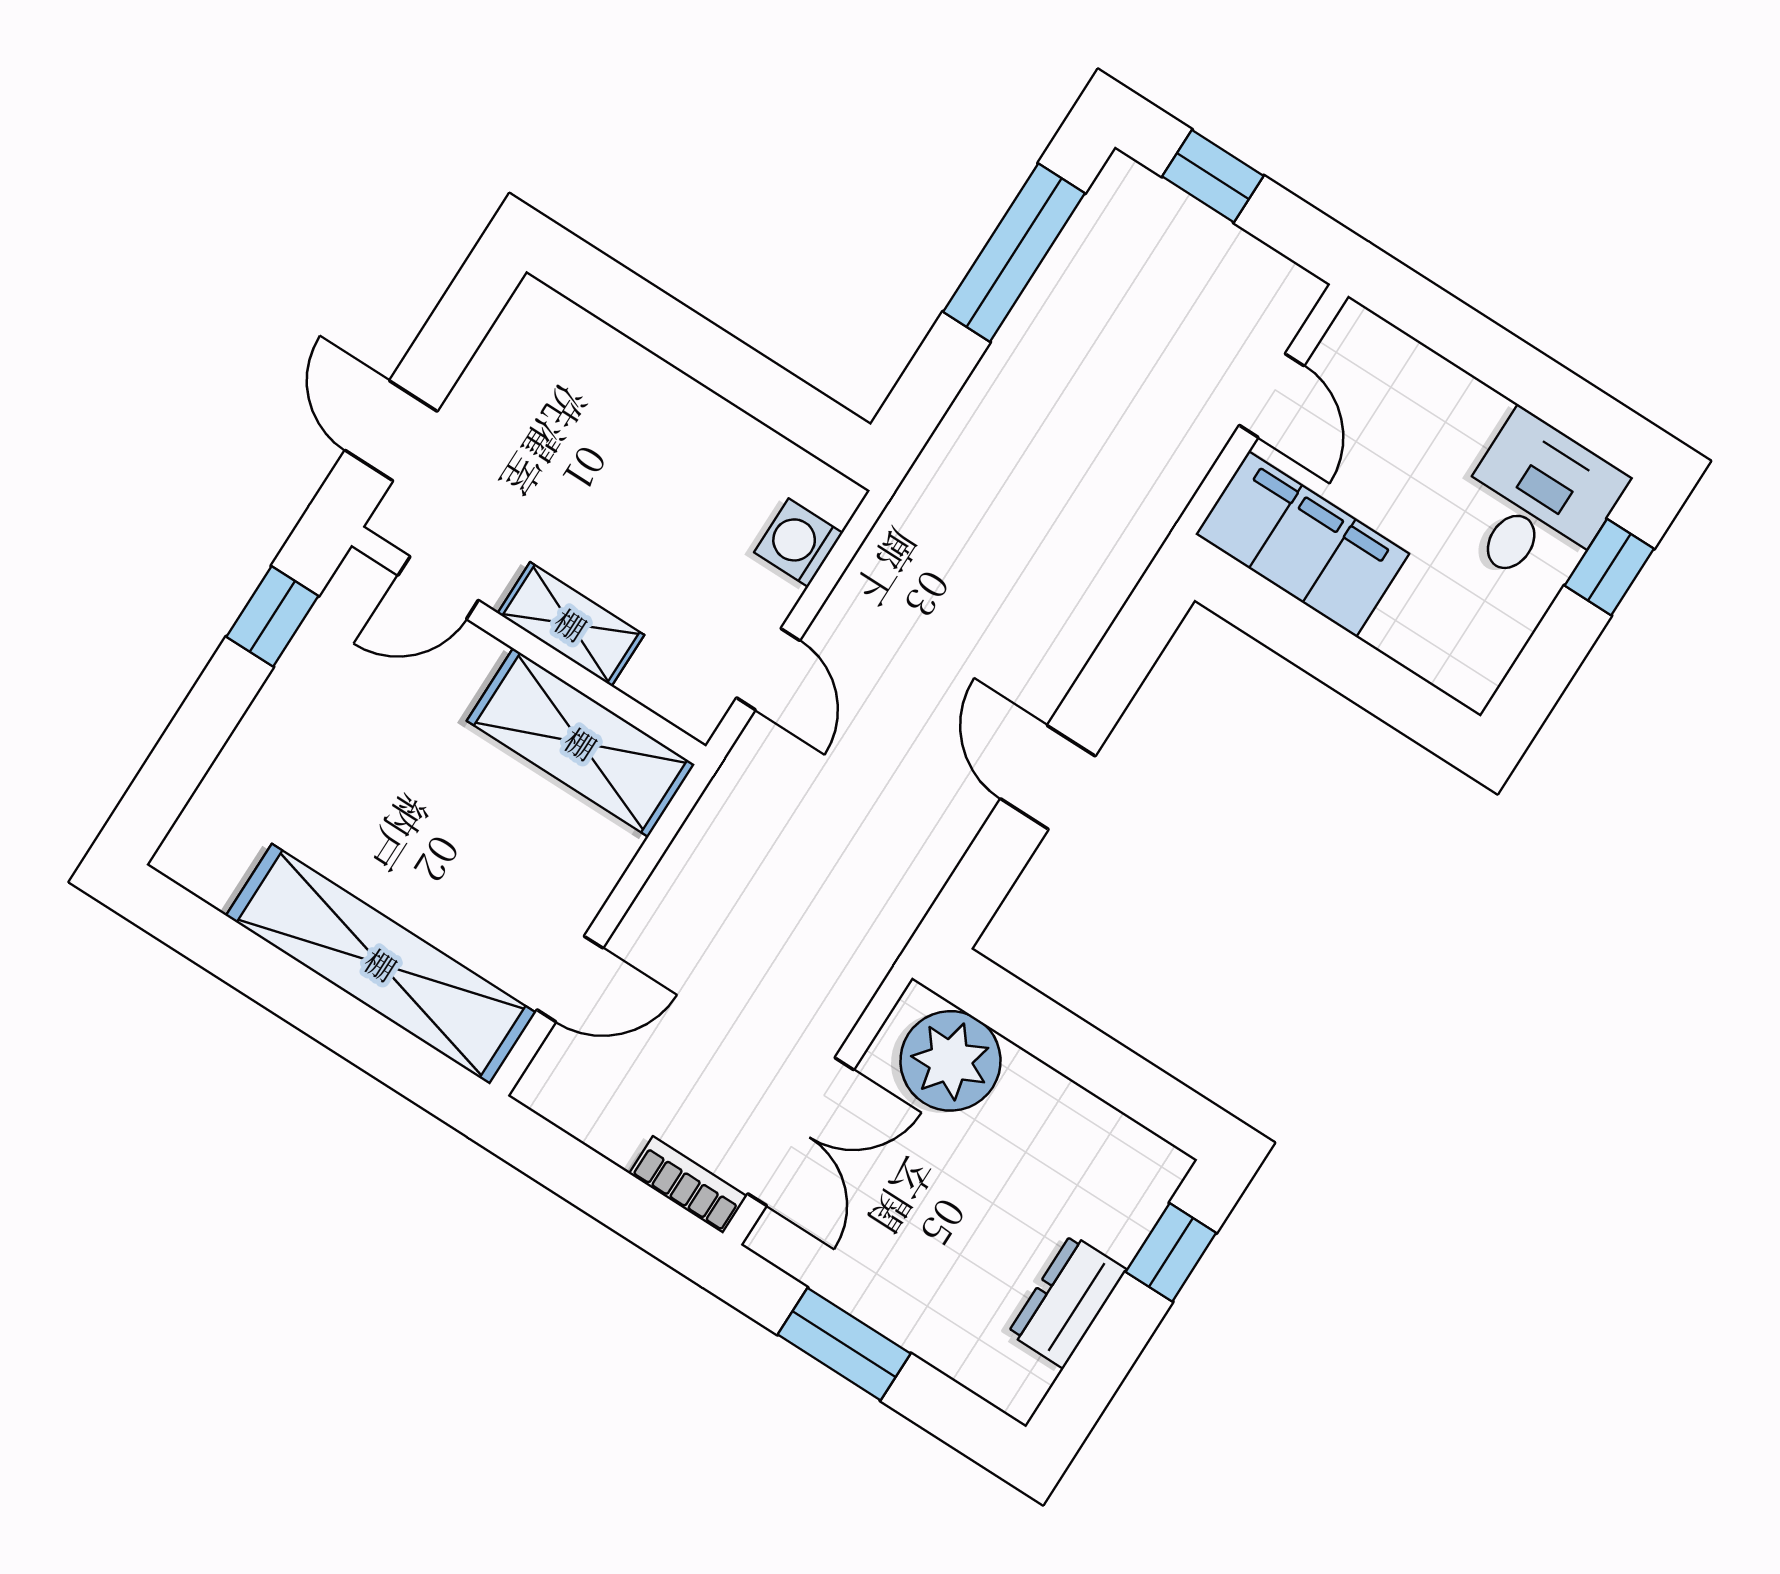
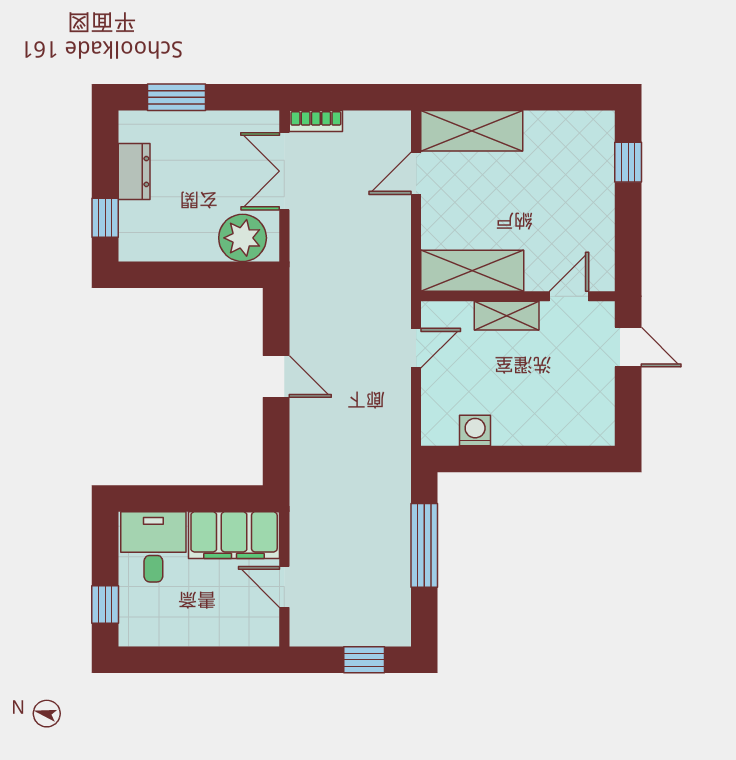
window: (1014, 253) -> (424, 545), moved
desk: (1536, 503) -> (153, 547), moved, turned 180
washing machine: (798, 543) -> (475, 431), moved, turned -90
window: (272, 616) -> (628, 162), moved
door: (768, 669) -> (416, 348), swing flipped
shelving: (381, 964) -> (472, 131), width x0.68
window: (844, 1344) -> (177, 97), moved

